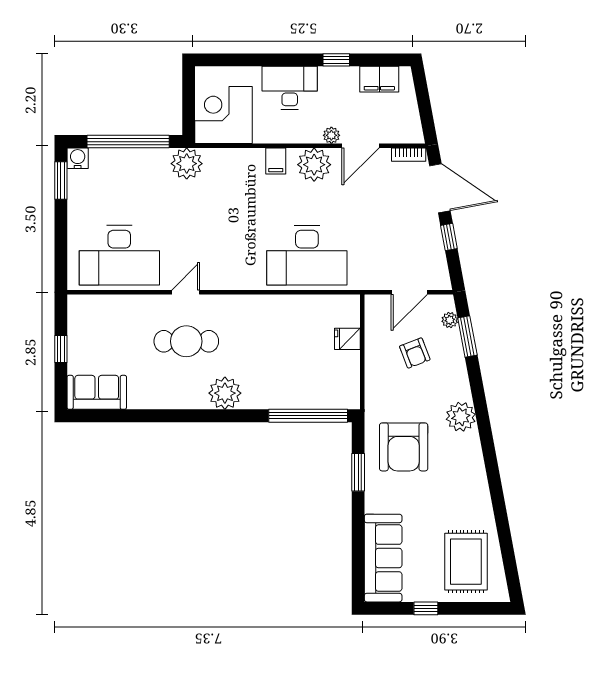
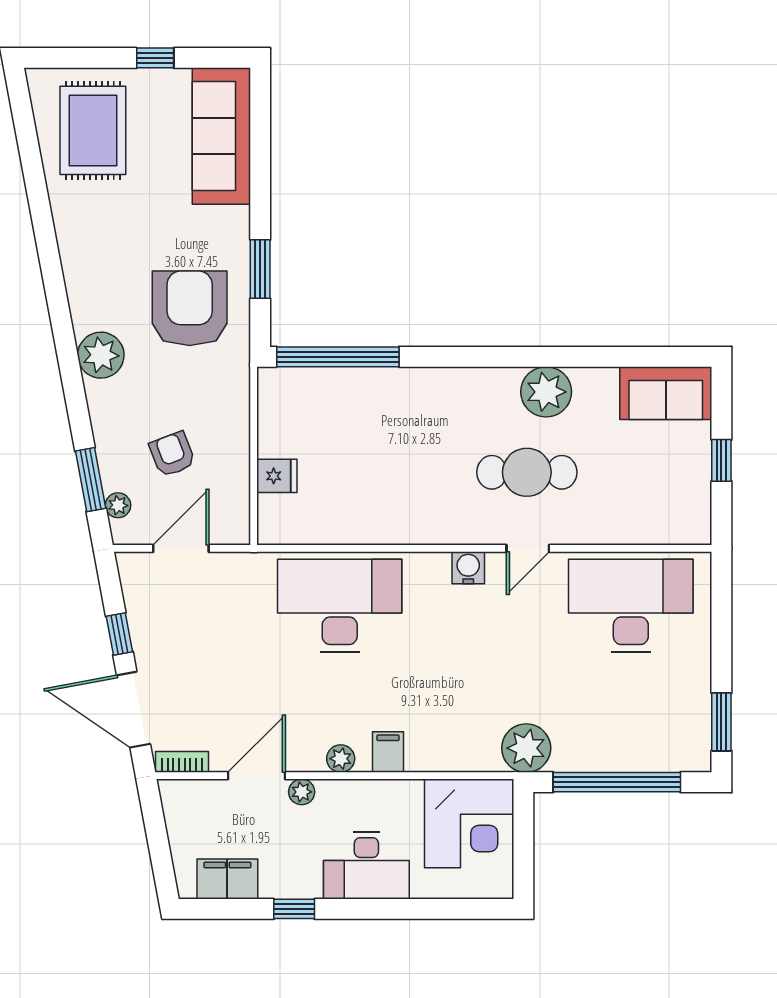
water cooler: (78, 158) -> (468, 568), moved, turned 180
plant: (314, 165) -> (341, 759), width x0.53, depth x0.53
plant: (225, 393) -> (546, 392), moved

